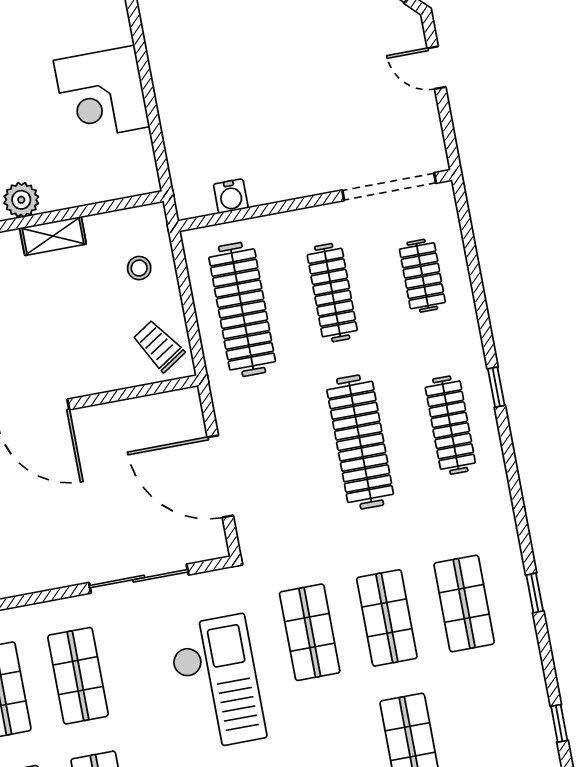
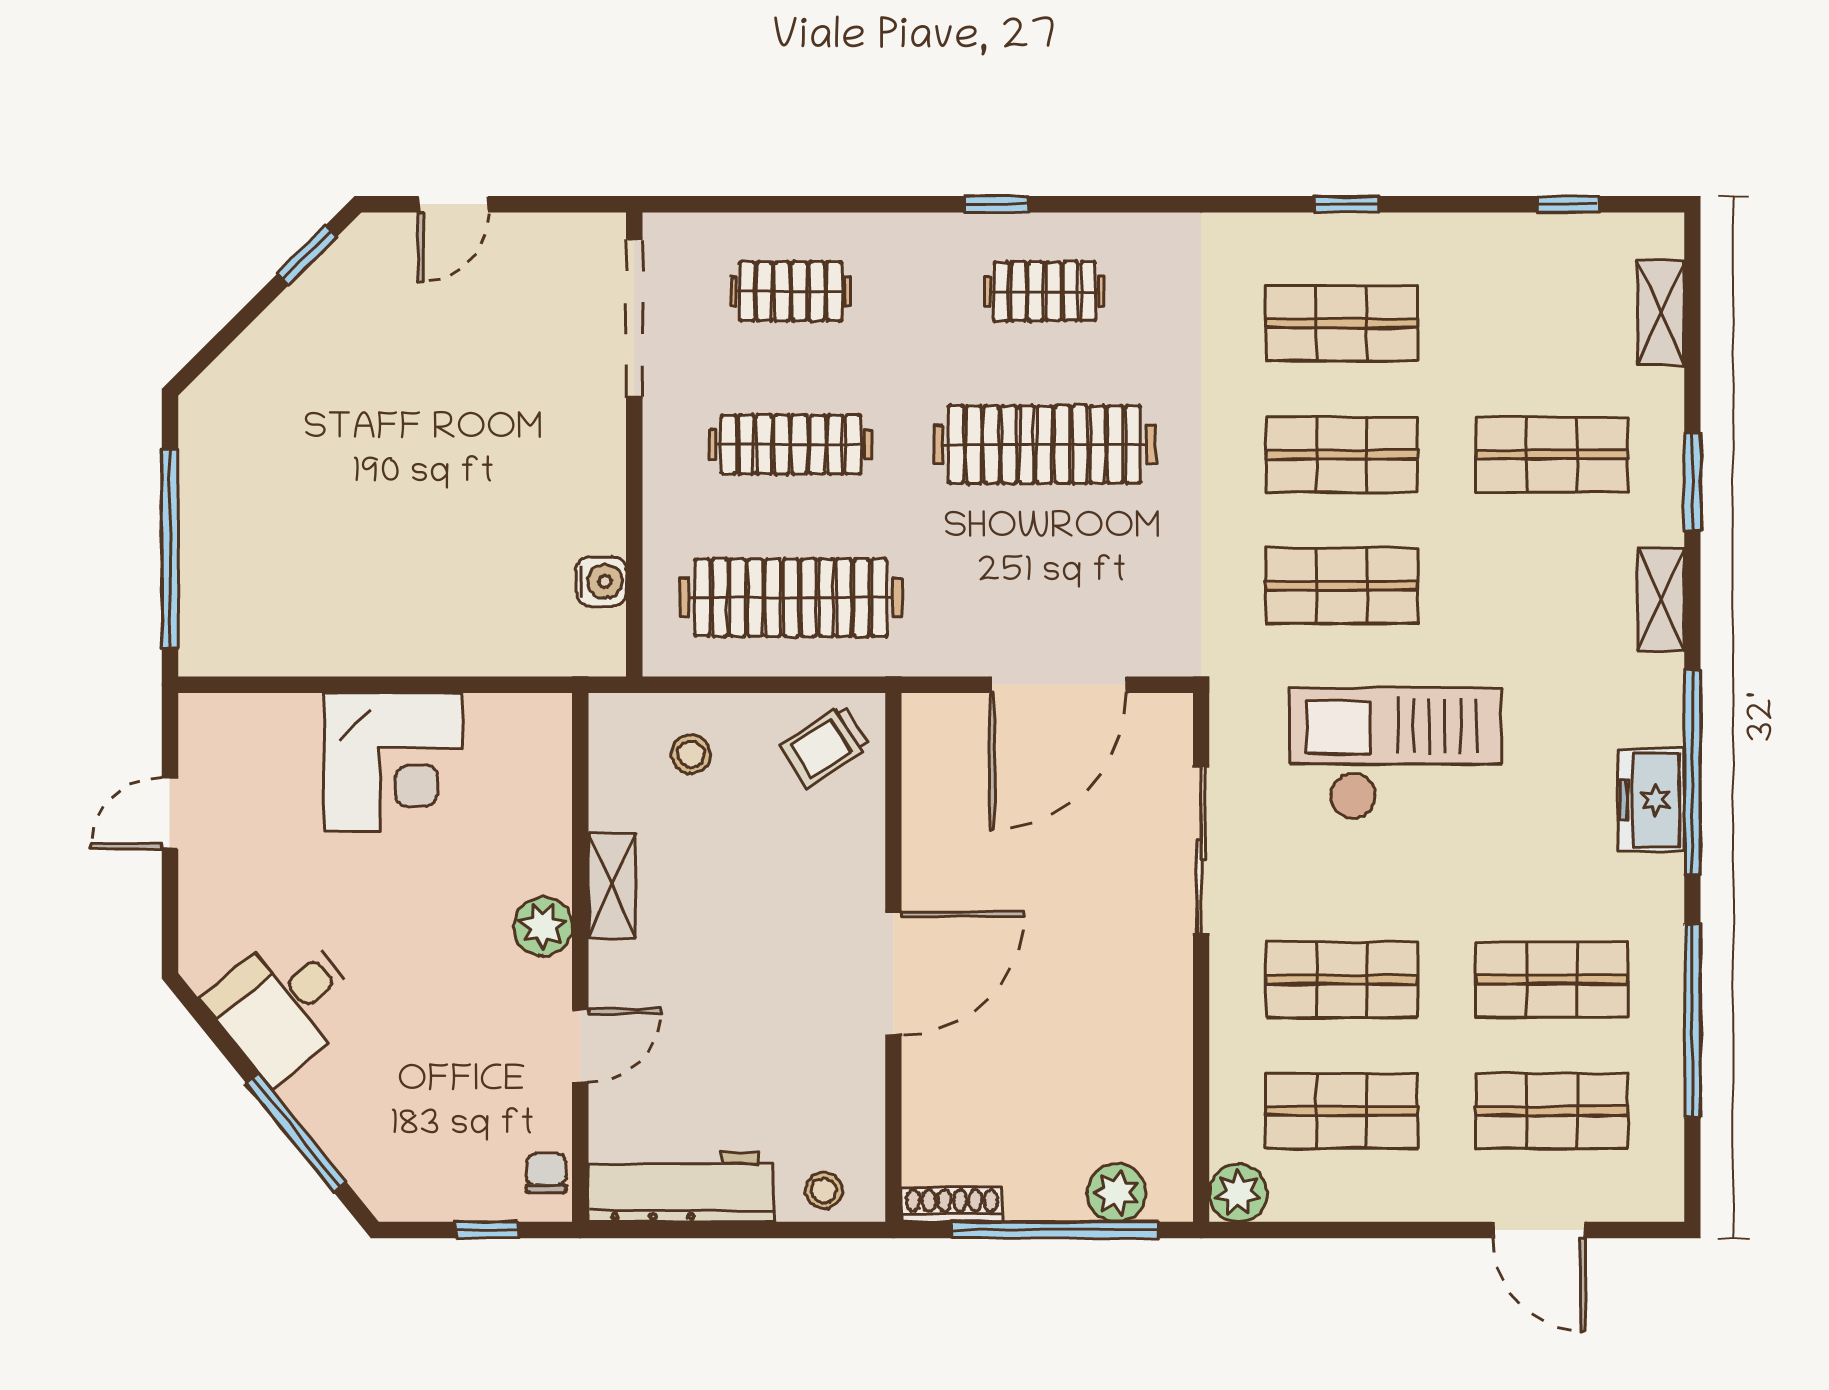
clothes rail: (450, 425) -> (1045, 291), width x0.73

